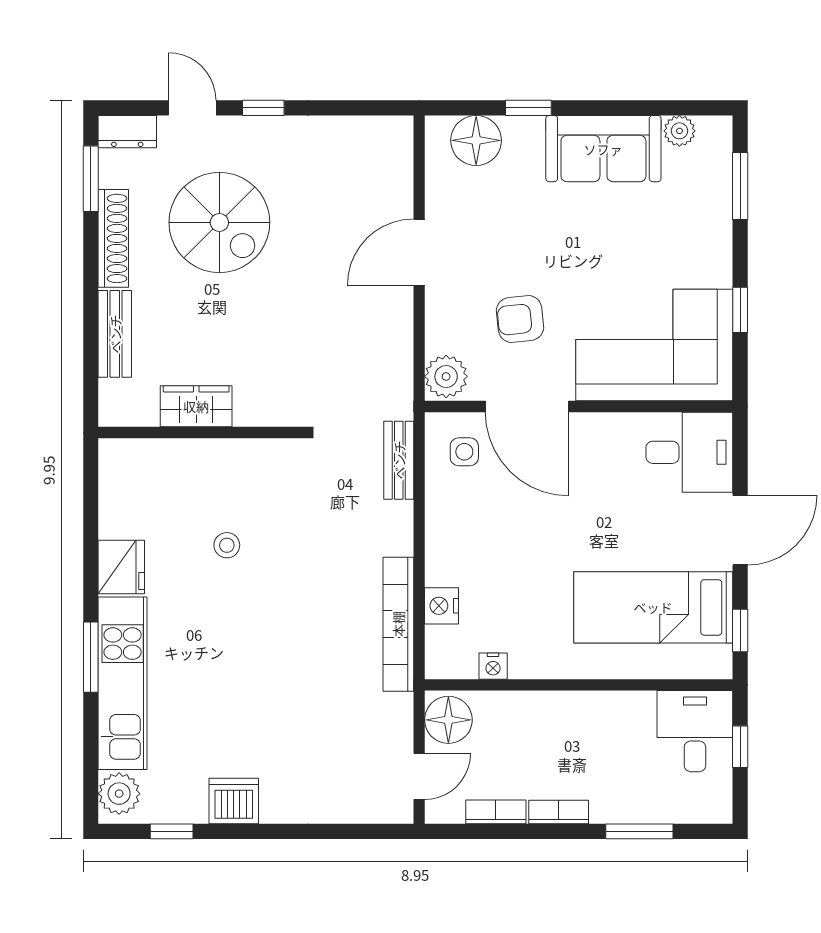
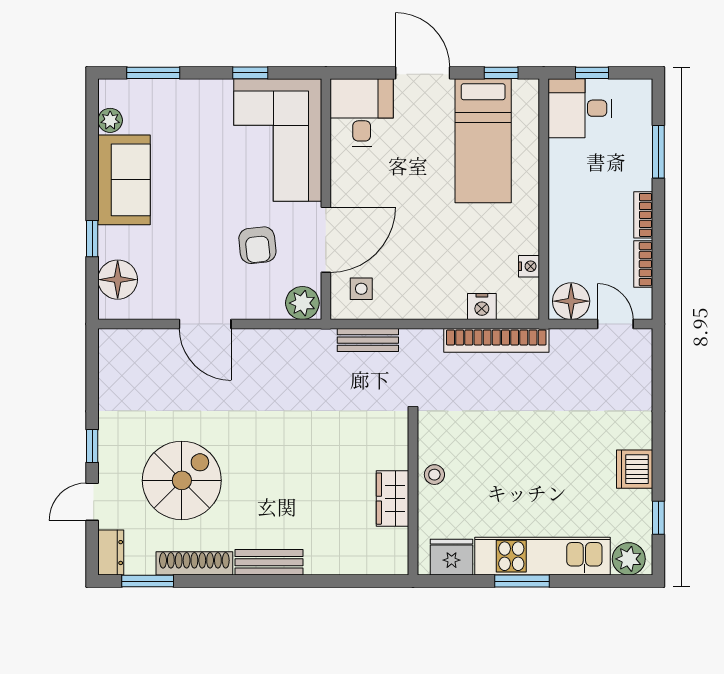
wardrobe: (196, 406) -> (392, 499), moved
wall: (200, 433) -> (413, 495), moved

